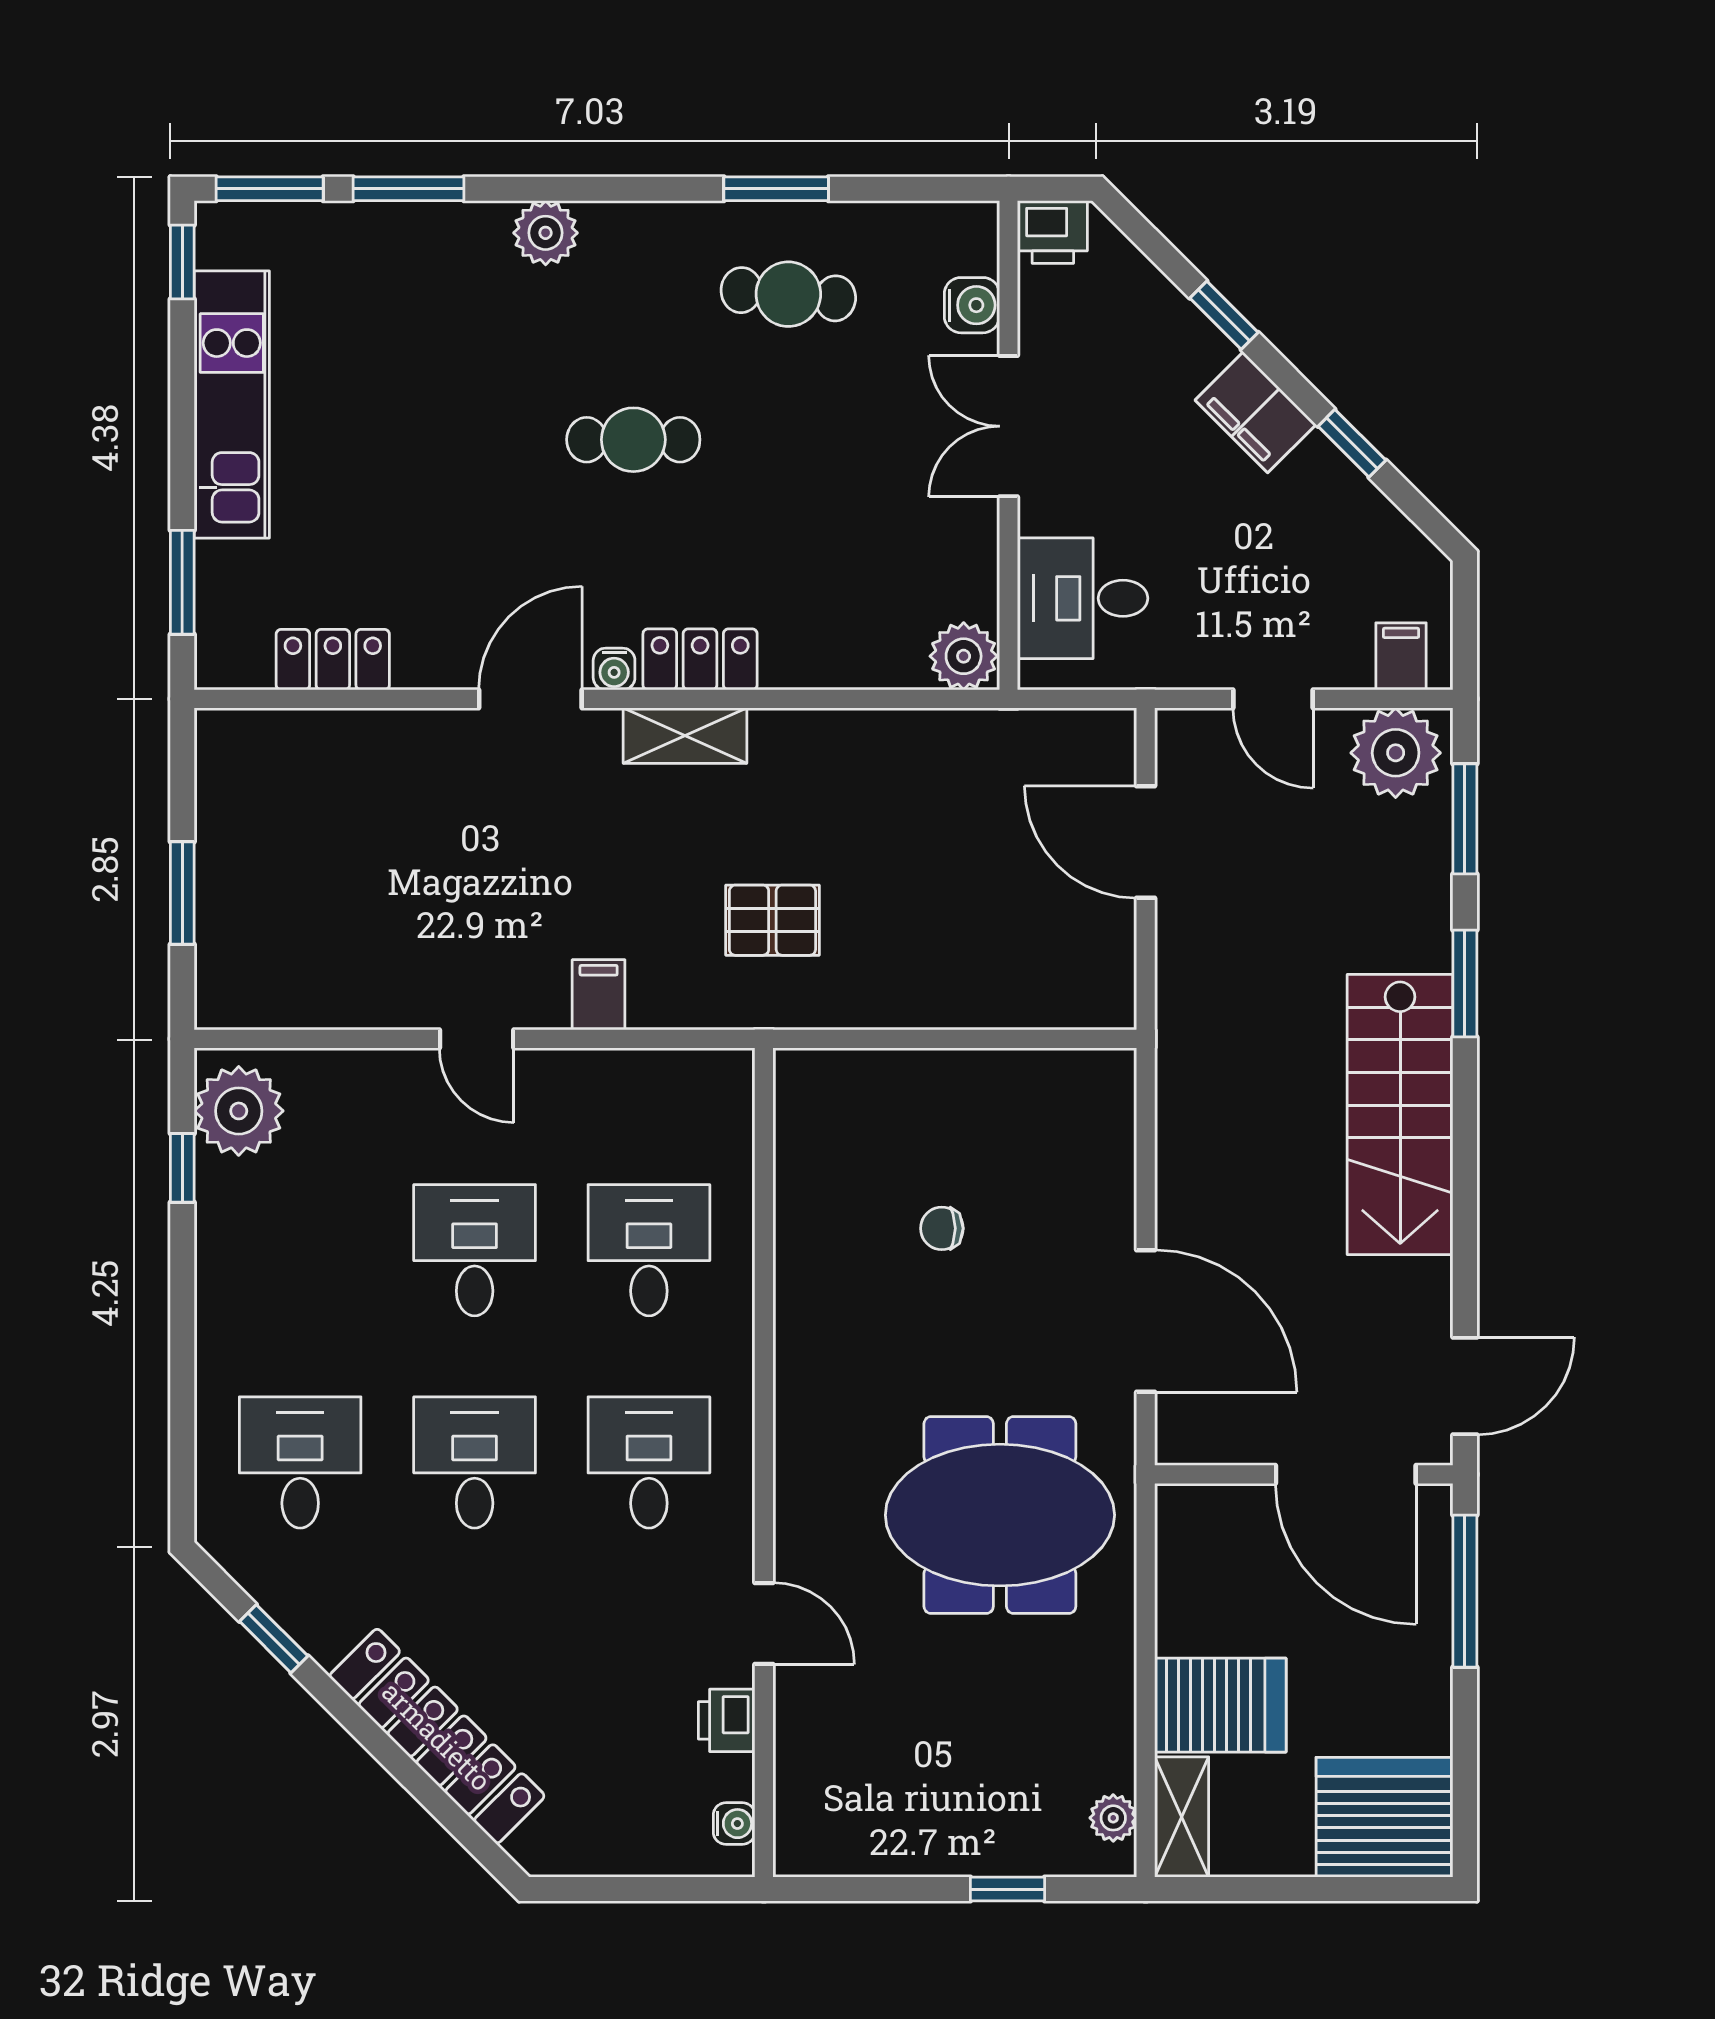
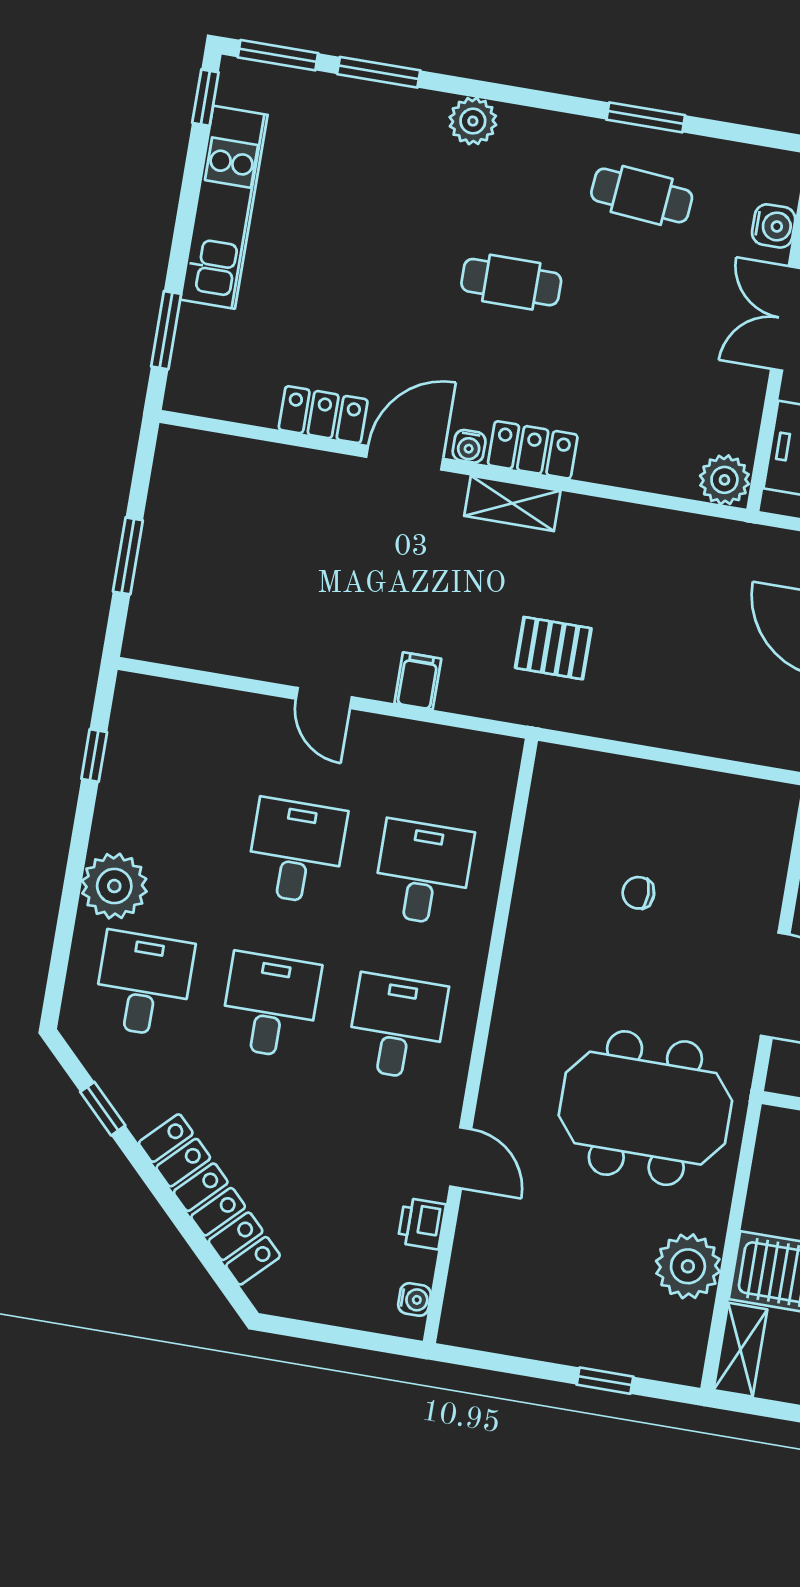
locker: (333, 660) -> (323, 415), moved
plant: (239, 1111) -> (114, 886), moved
plant: (1113, 1818) -> (688, 1266), moved, width x1.88, depth x1.88

